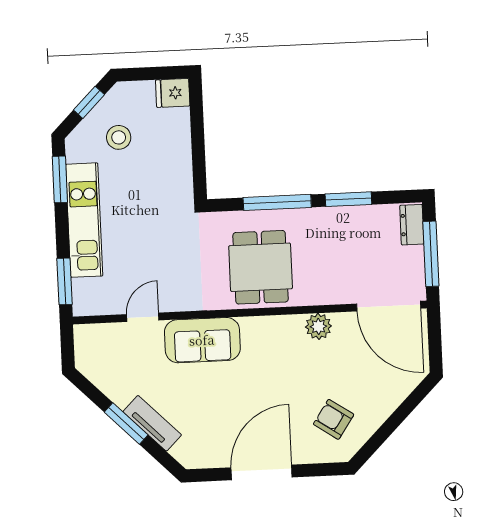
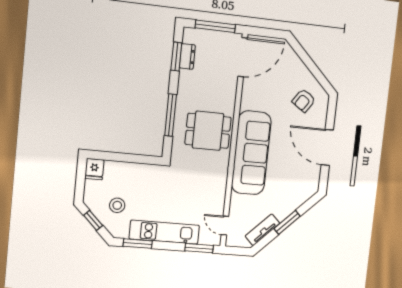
window: (348, 199) -> (176, 56), moved
dresser: (412, 225) -> (187, 56), moved, turned -90
door: (143, 317) -> (225, 226), moved
plant: (318, 326) -> (248, 101), removed
sofa: (202, 340) -> (251, 153), width x1.85, depth x1.27
tv unit: (152, 423) -> (262, 230), moved

